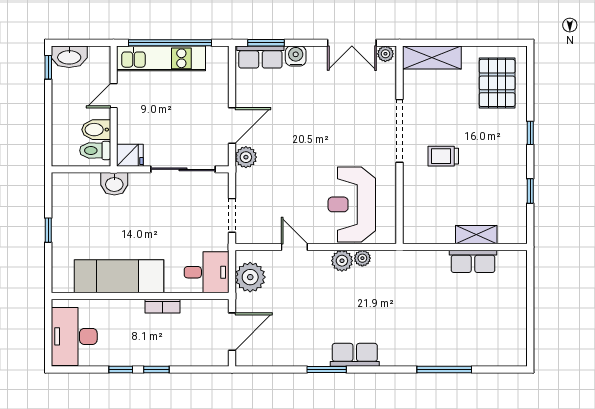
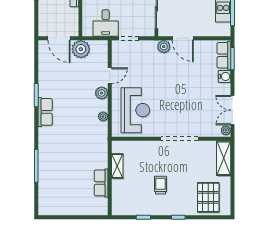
pallet: (497, 83) -> (208, 197), turned 90
trolley: (443, 156) -> (160, 185), moved
reception desk: (352, 204) -> (135, 110), turned 90
shelving: (476, 235) -> (117, 166), moved
plant: (342, 261) -> (102, 93), moved
desk: (207, 272) -> (106, 23), moved
plant: (250, 277) -> (81, 49), moved

